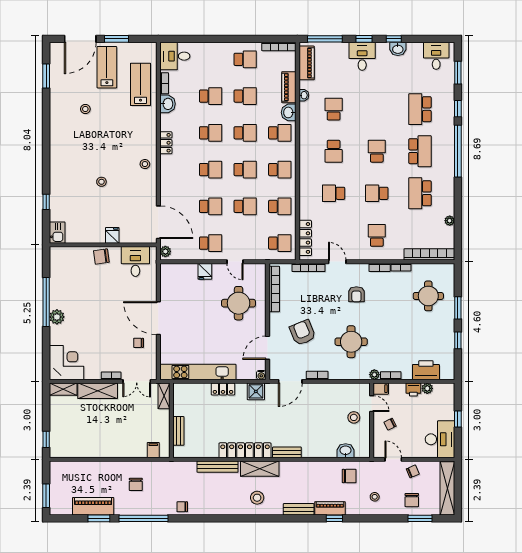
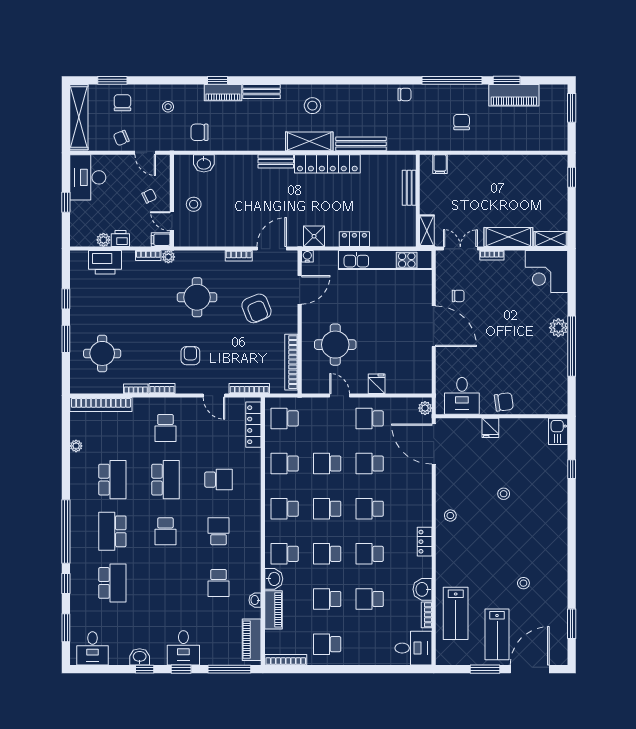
school desk: (377, 193) -> (165, 480), width x1.85

